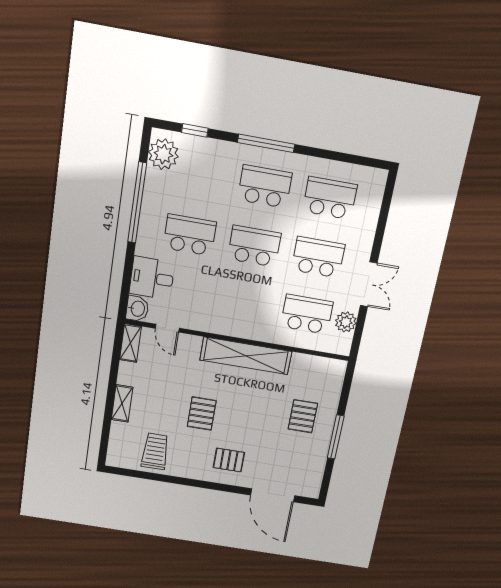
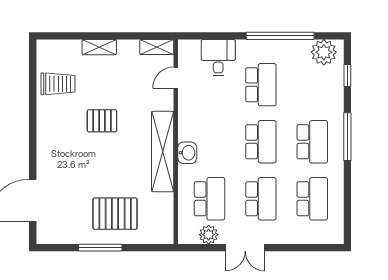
washbasin: (137, 309) -> (187, 153), moved, turned -90
pallet: (303, 416) -> (115, 214), width x1.50, depth x1.42
pallet: (229, 460) -> (61, 153), removed

